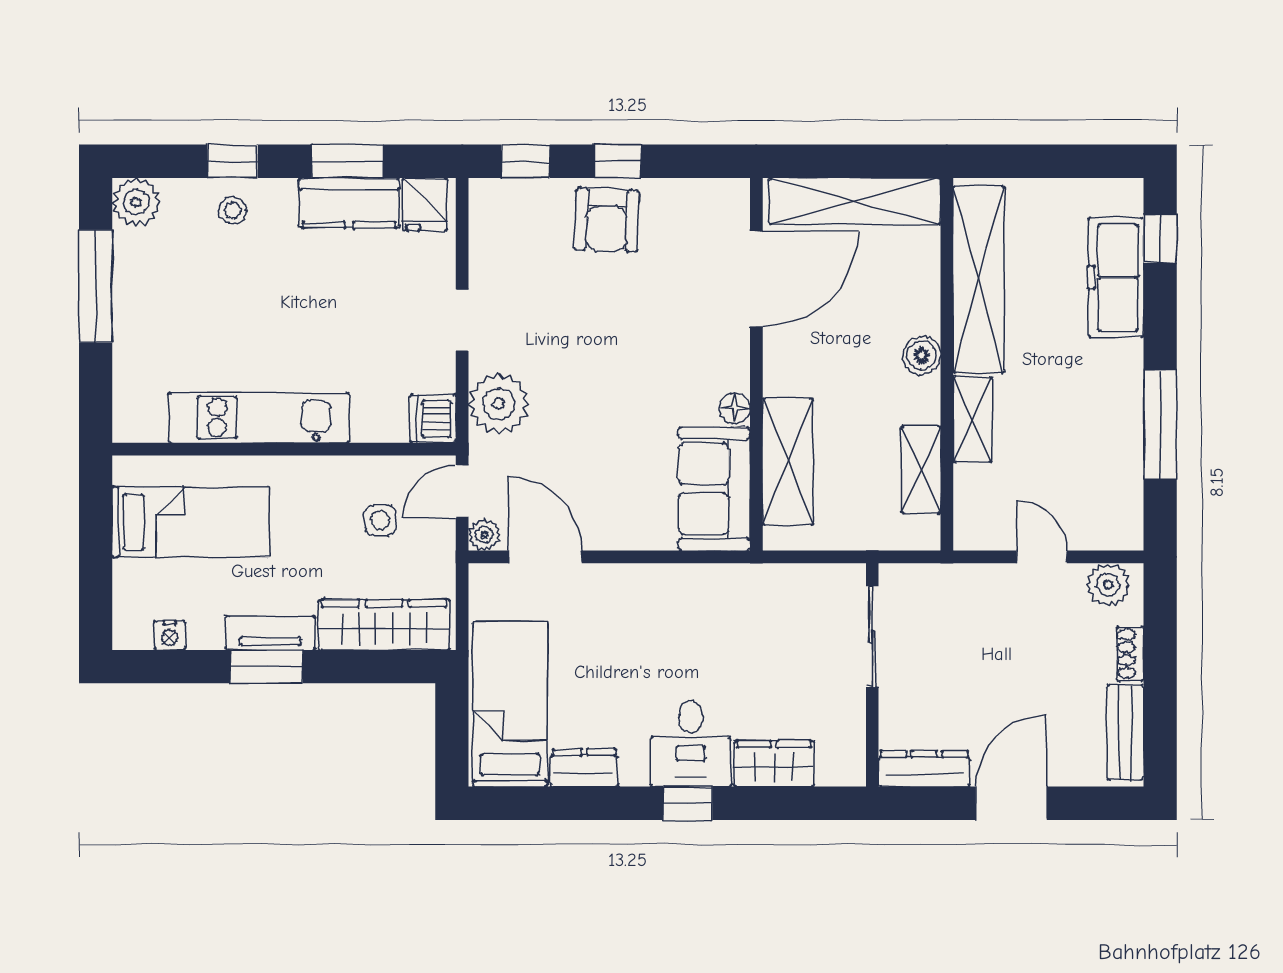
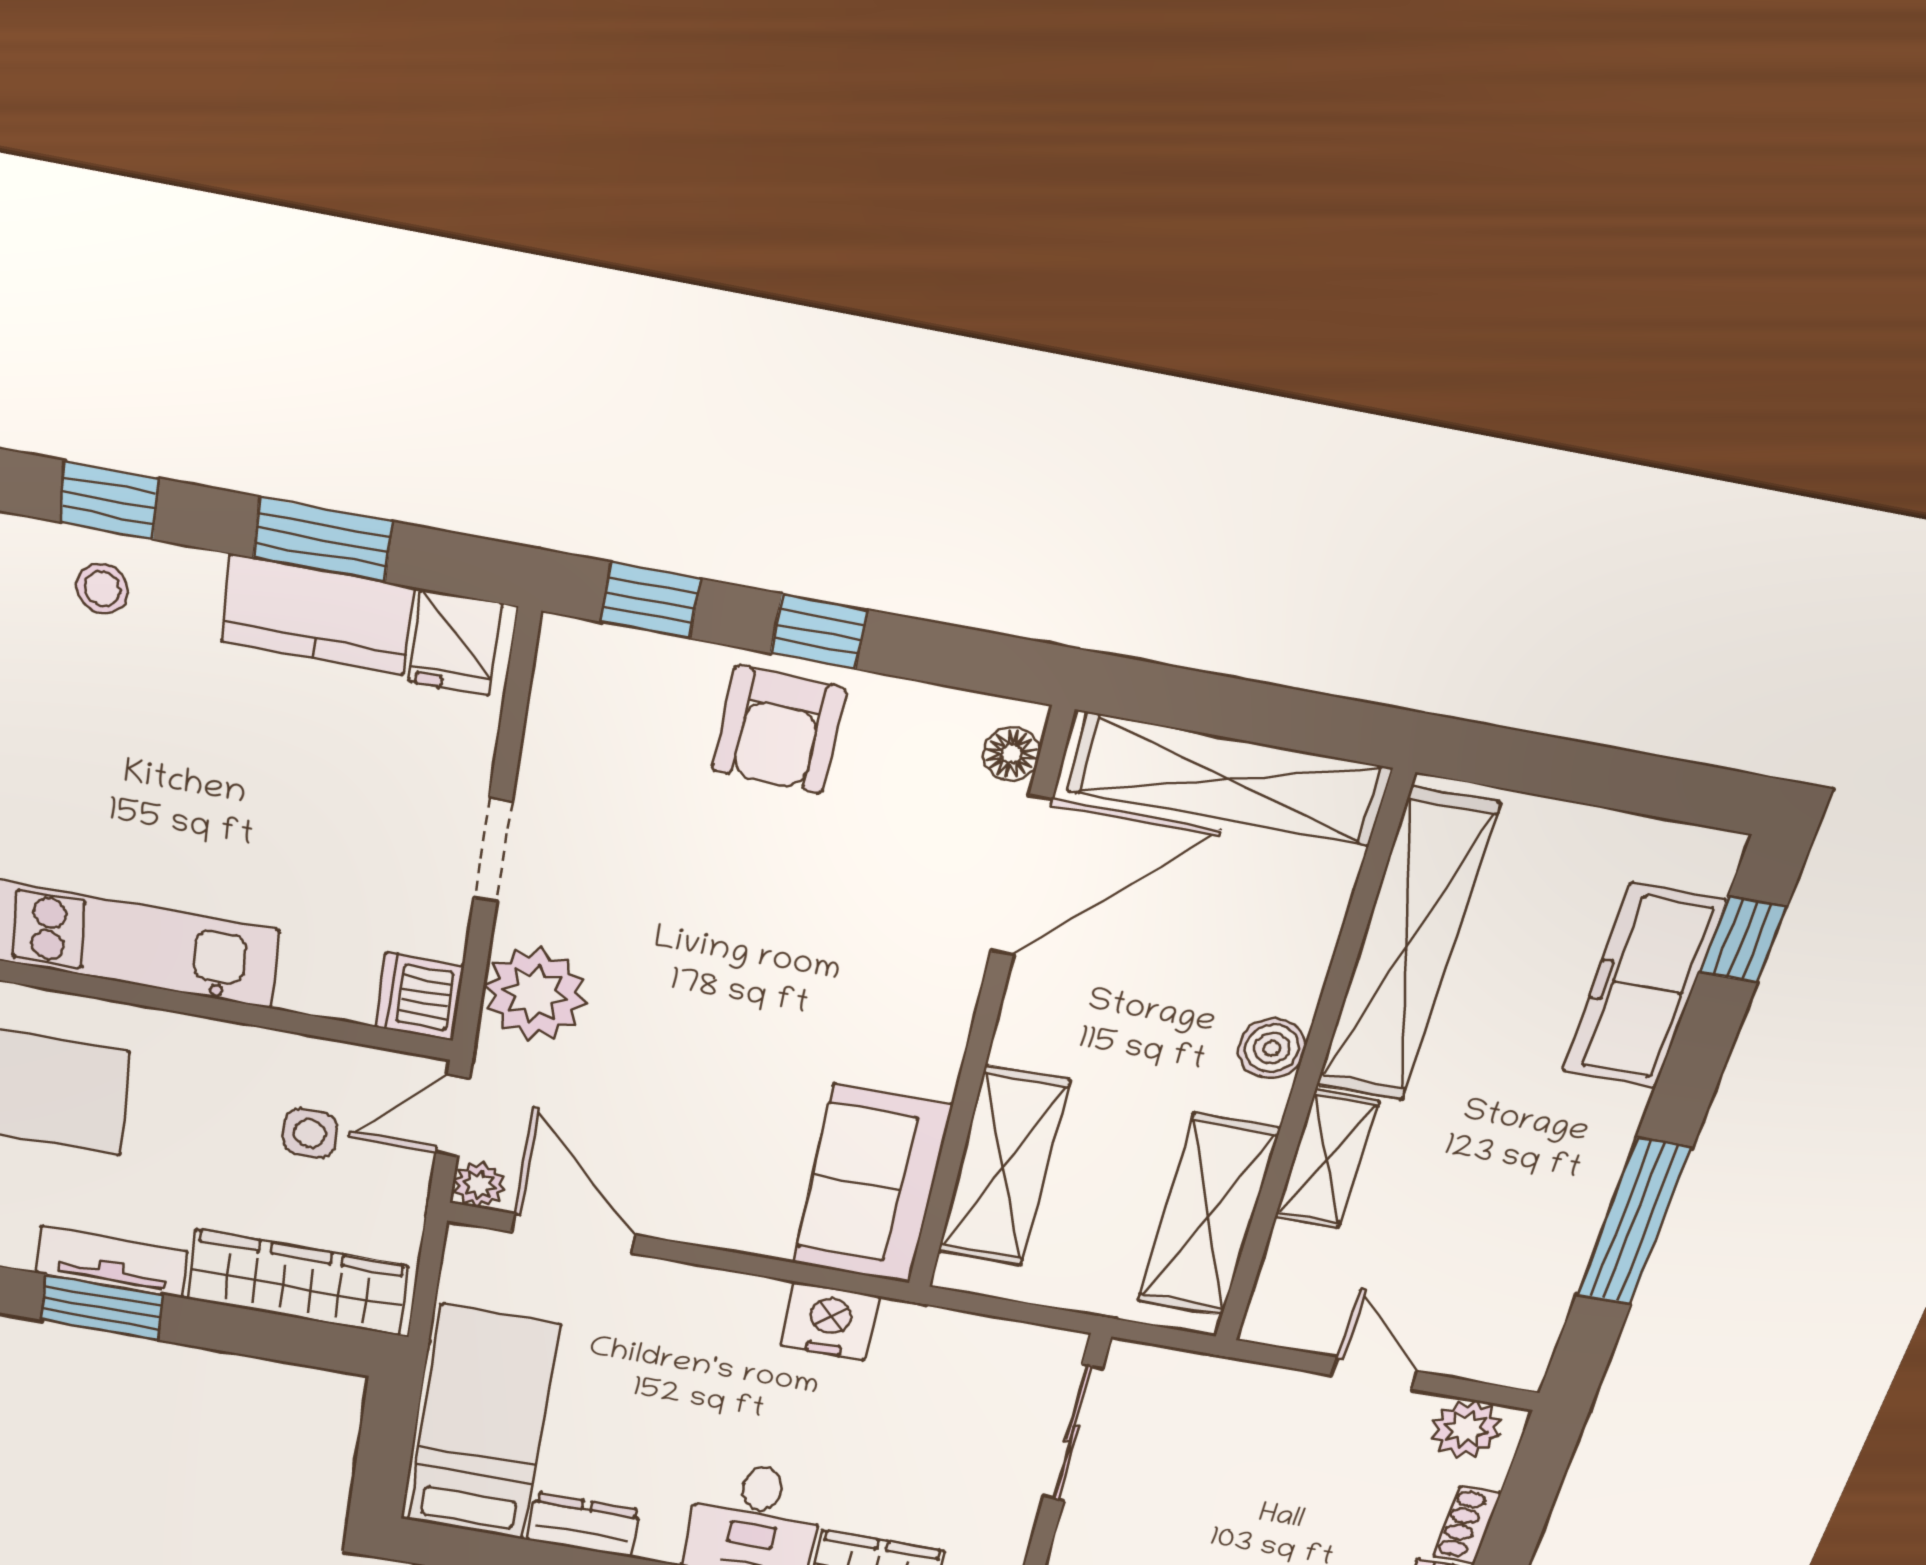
floor lamp: (735, 408) -> (1011, 754), moved
shelving: (921, 470) -> (1208, 1216), width x1.50, depth x1.33
nightstand: (708, 587) -> (830, 1321), added

